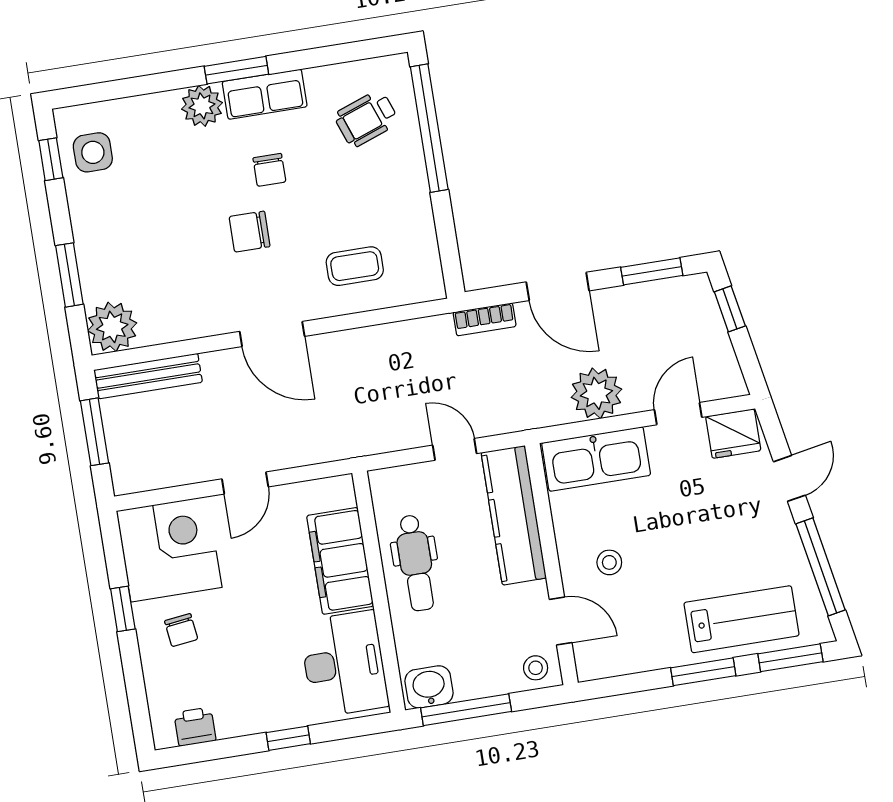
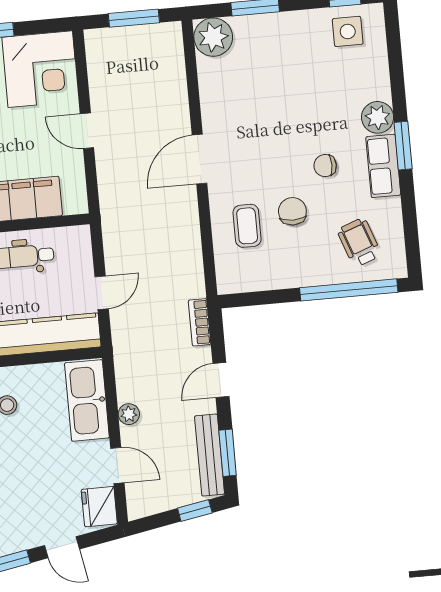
chair: (250, 232) -> (292, 211), moved
door: (558, 286) -> (221, 380), width x0.73
bench: (148, 376) -> (210, 455), moved
plant: (596, 393) -> (129, 414), width x0.53, depth x0.53

